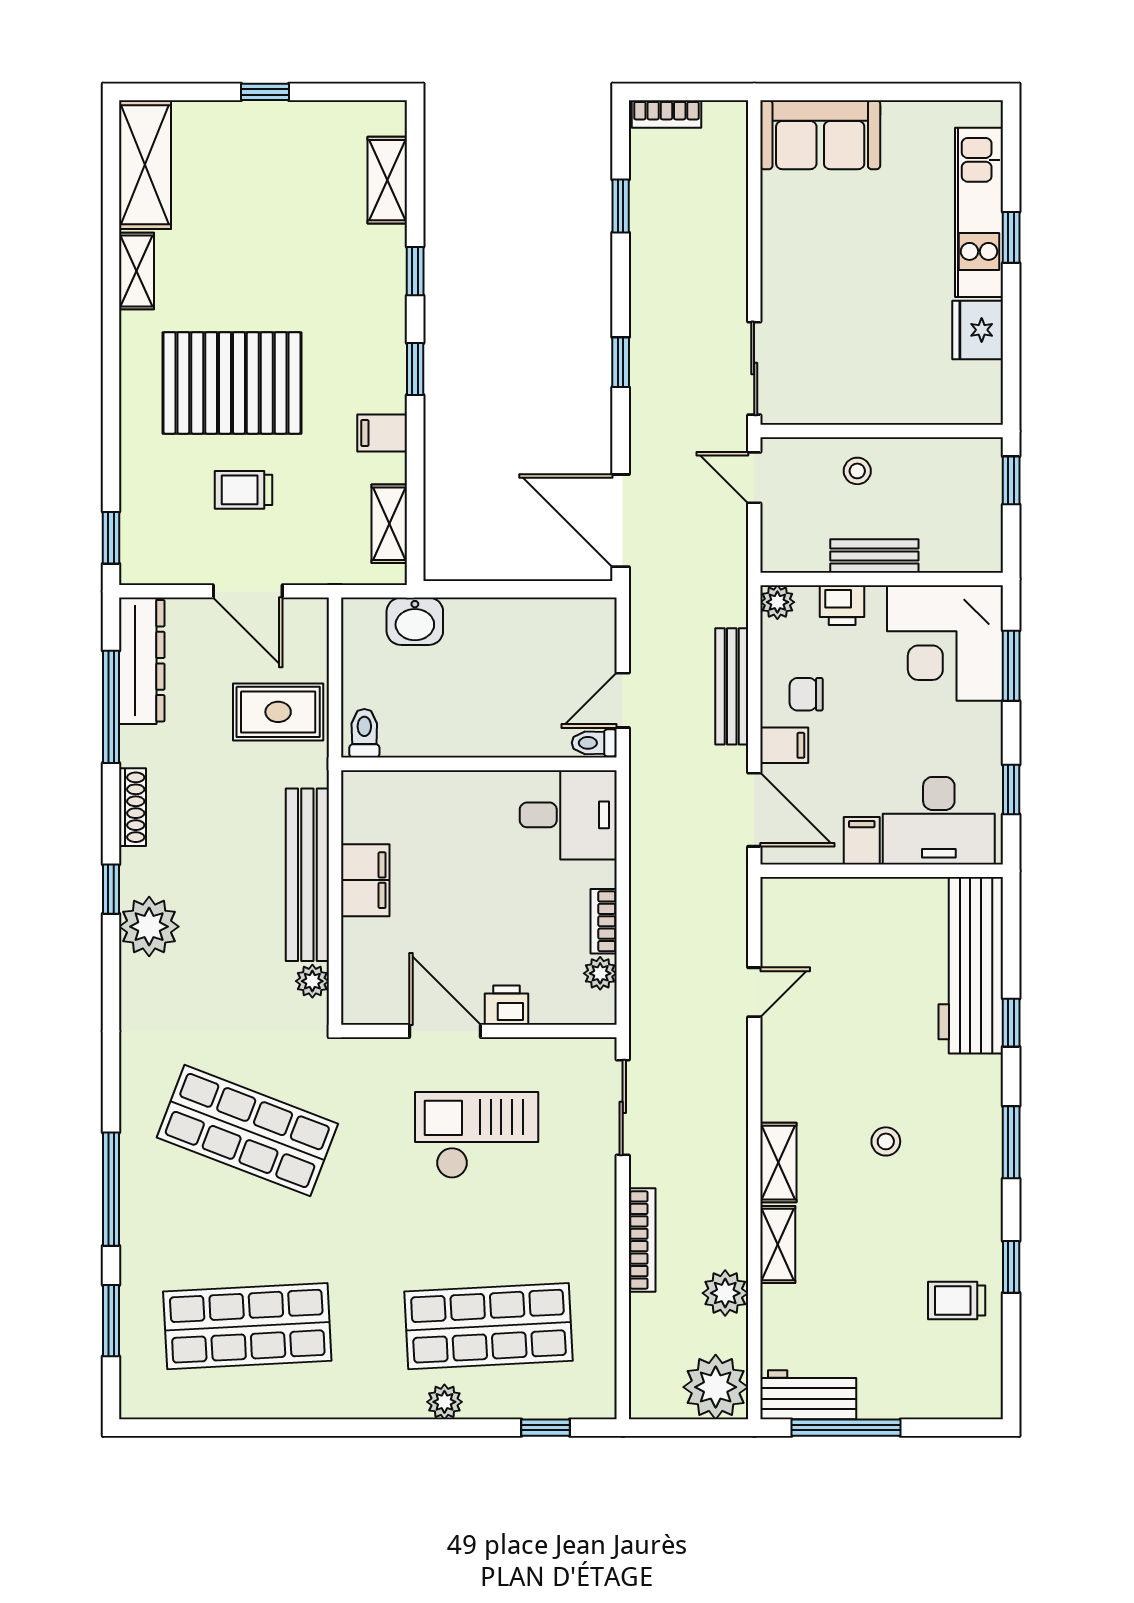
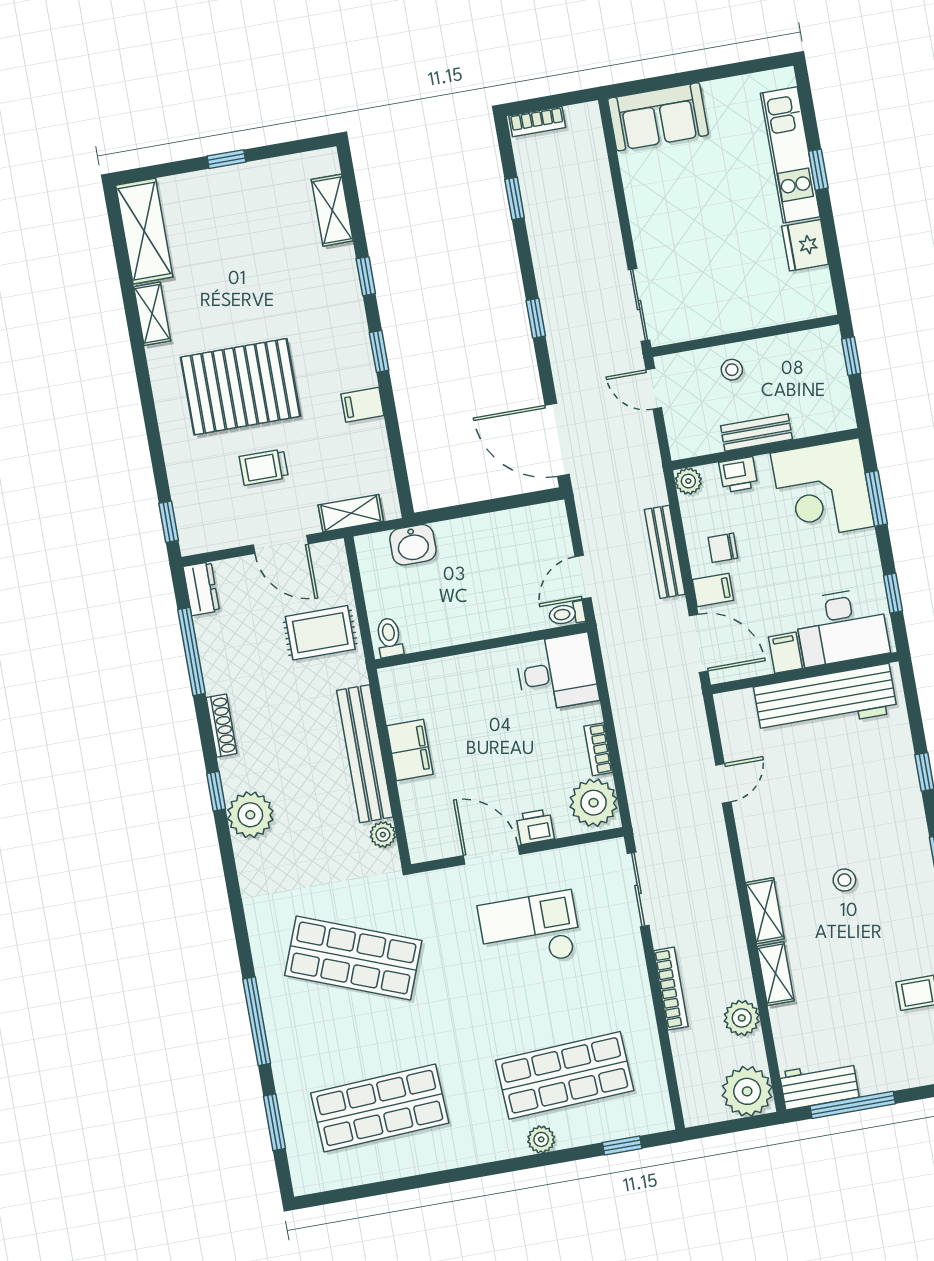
shelving: (389, 524) -> (351, 513), moved, turned 90
dresser: (142, 661) -> (201, 589), width x0.51, depth x0.80
workbench: (971, 965) -> (825, 700), moved, turned -90
plant: (600, 973) -> (594, 803), width x1.88, depth x1.88

